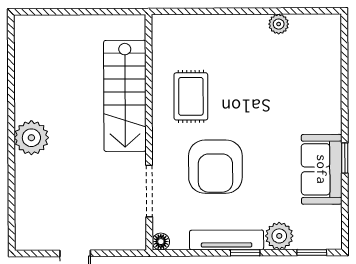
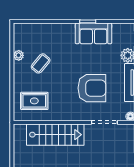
coffee table: (263, 67) -> (41, 63), added
rug: (191, 96) -> (34, 101), moved

